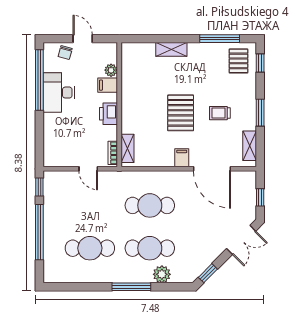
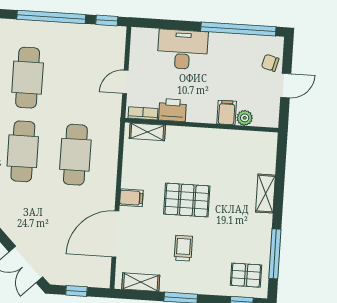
desk: (59, 93) -> (183, 49), moved
printer: (109, 114) -> (172, 110), moved

